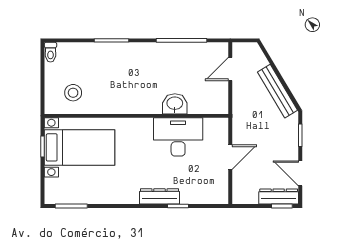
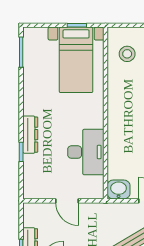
washbasin: (175, 104) -> (119, 190), moved, turned -90

